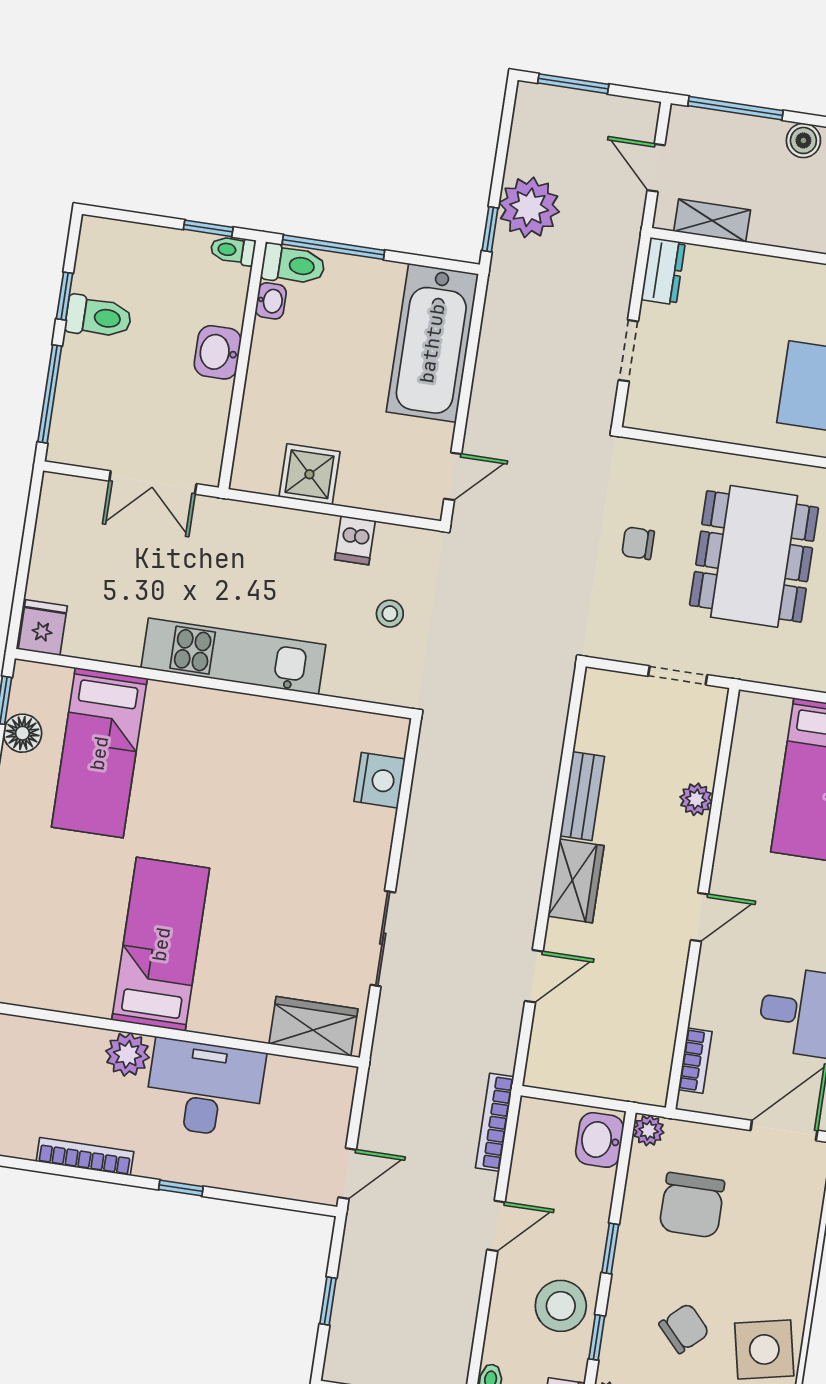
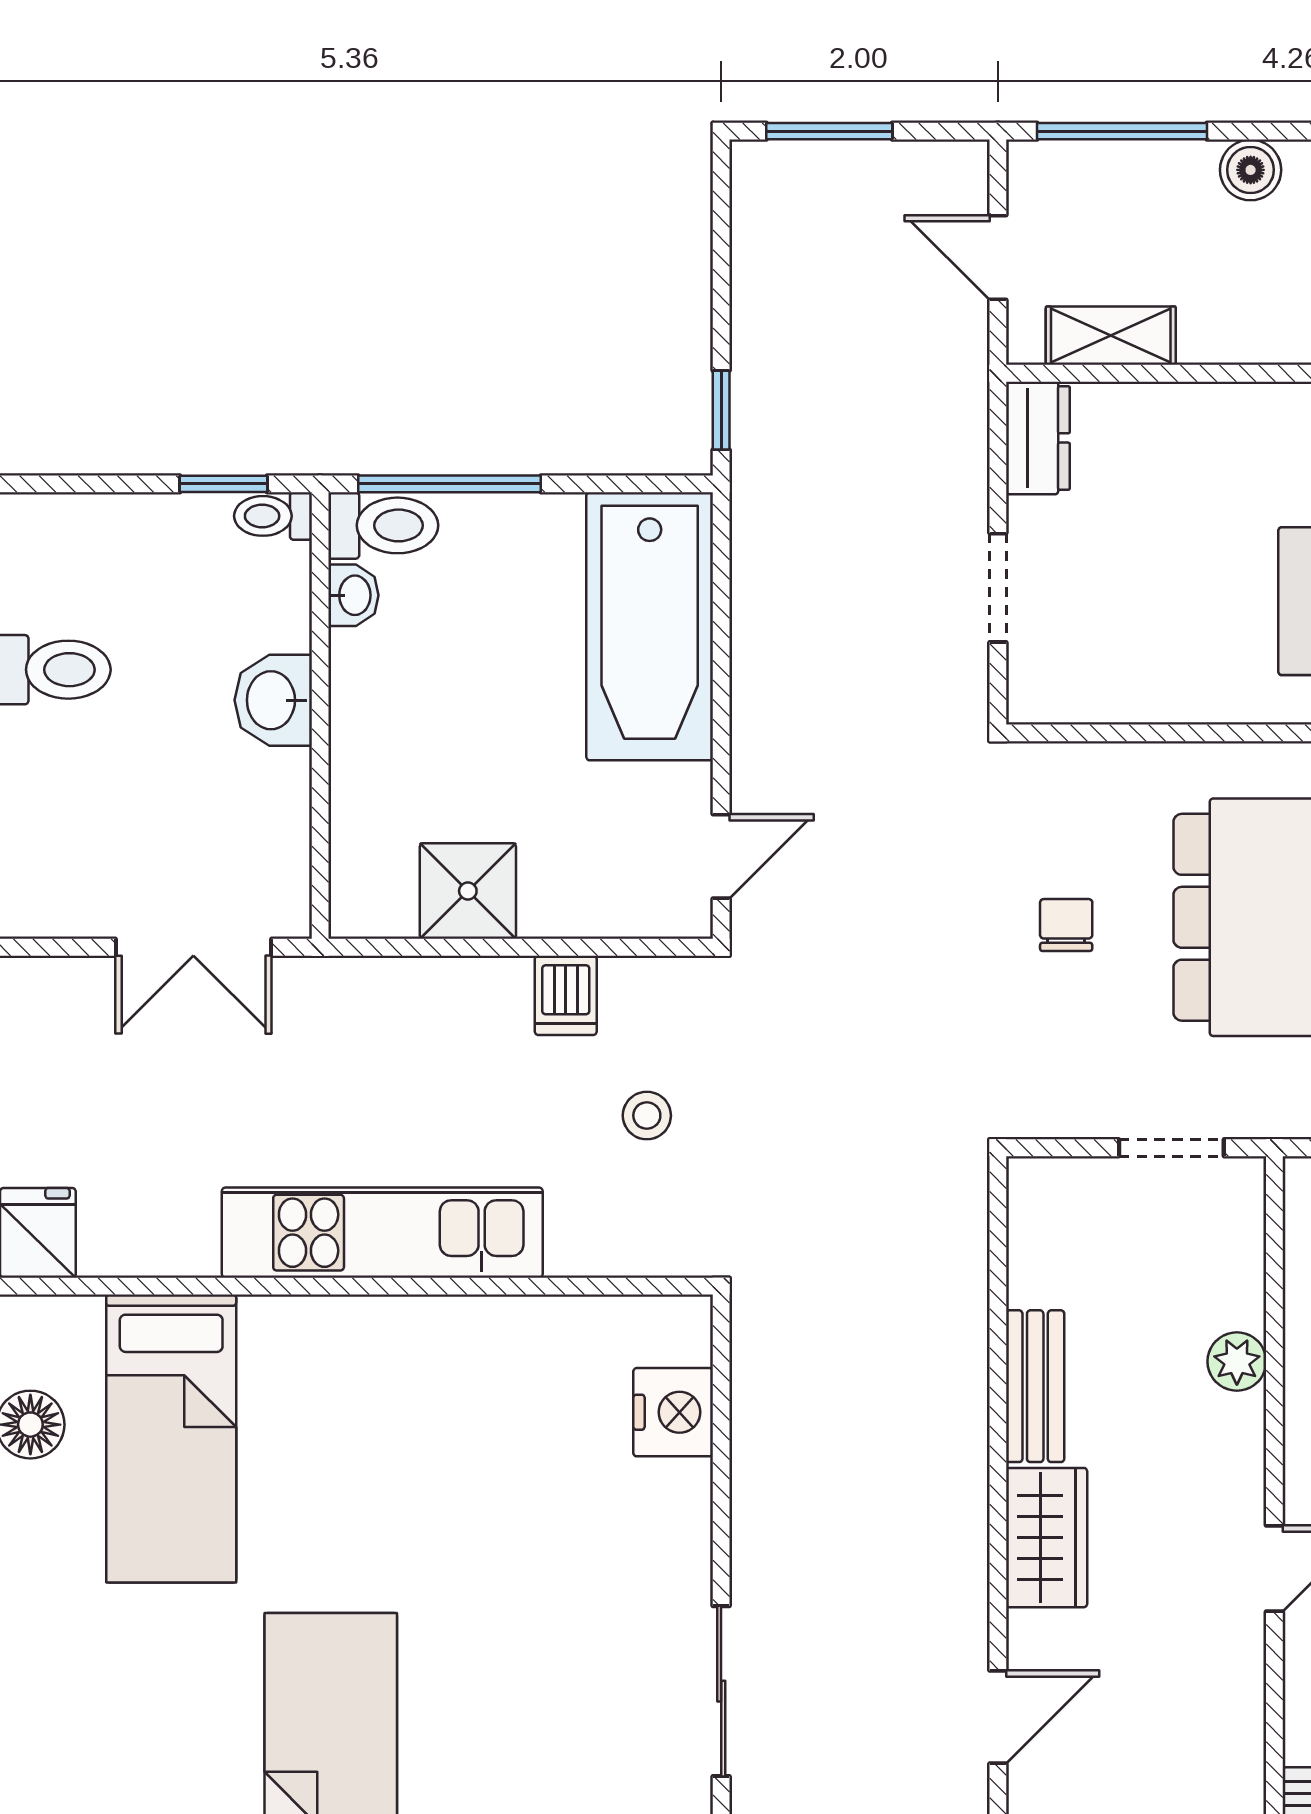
plant: (529, 207) -> (784, 361), removed
chair: (638, 543) -> (1066, 925), turned 90

